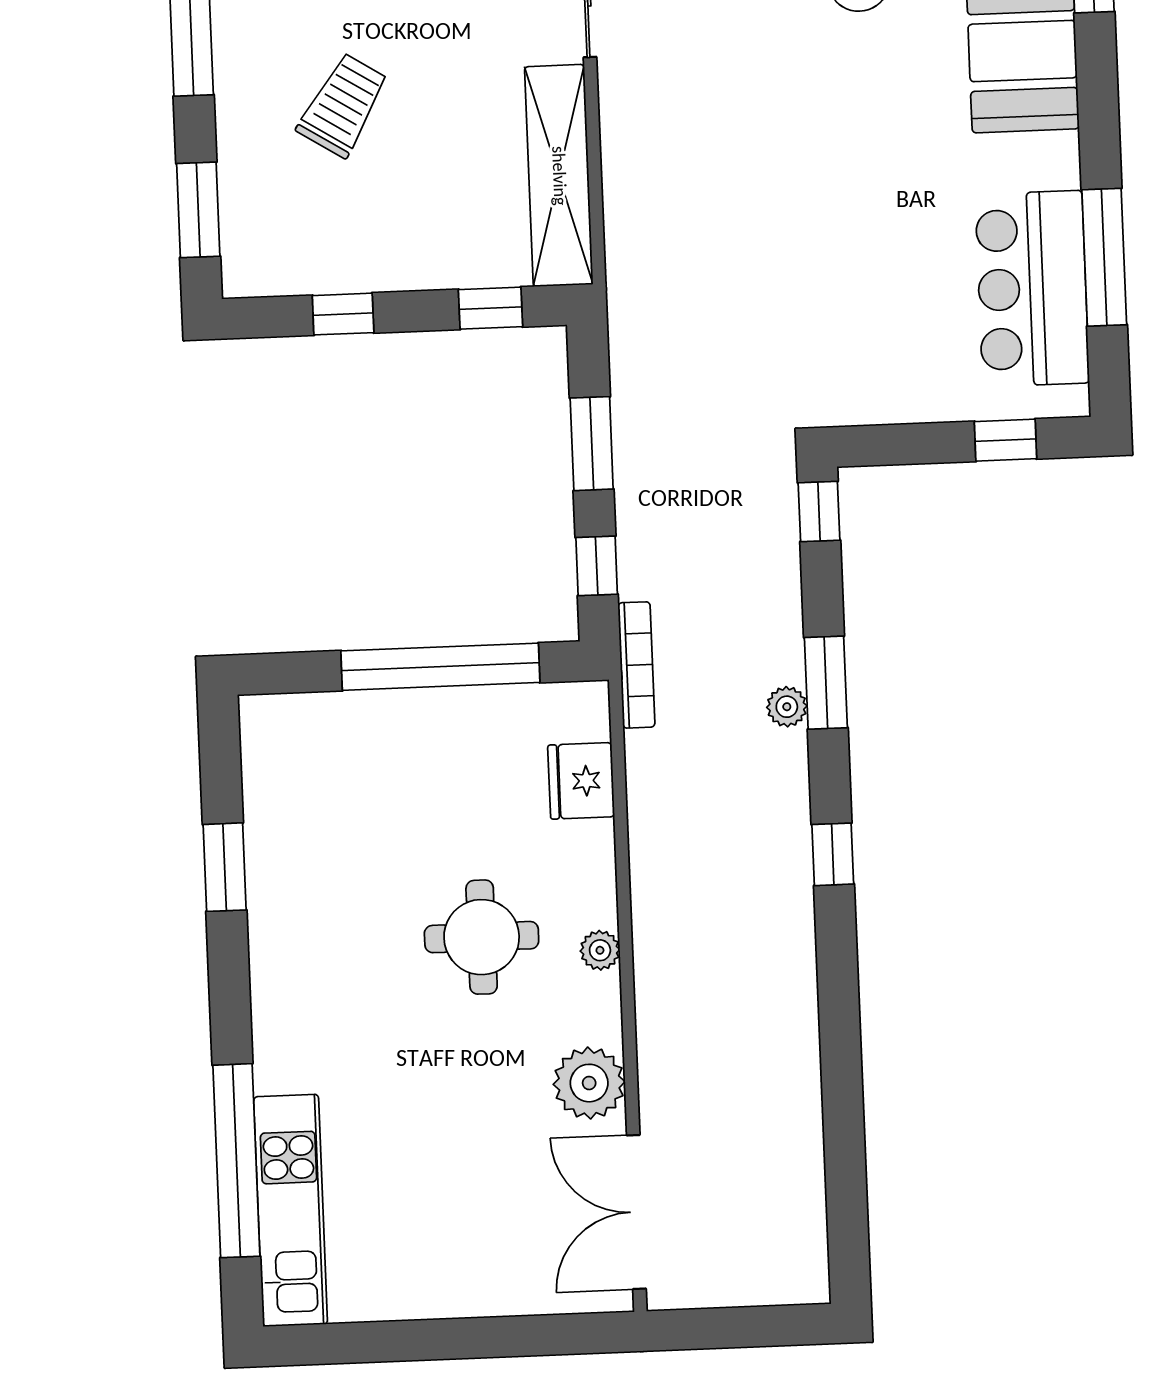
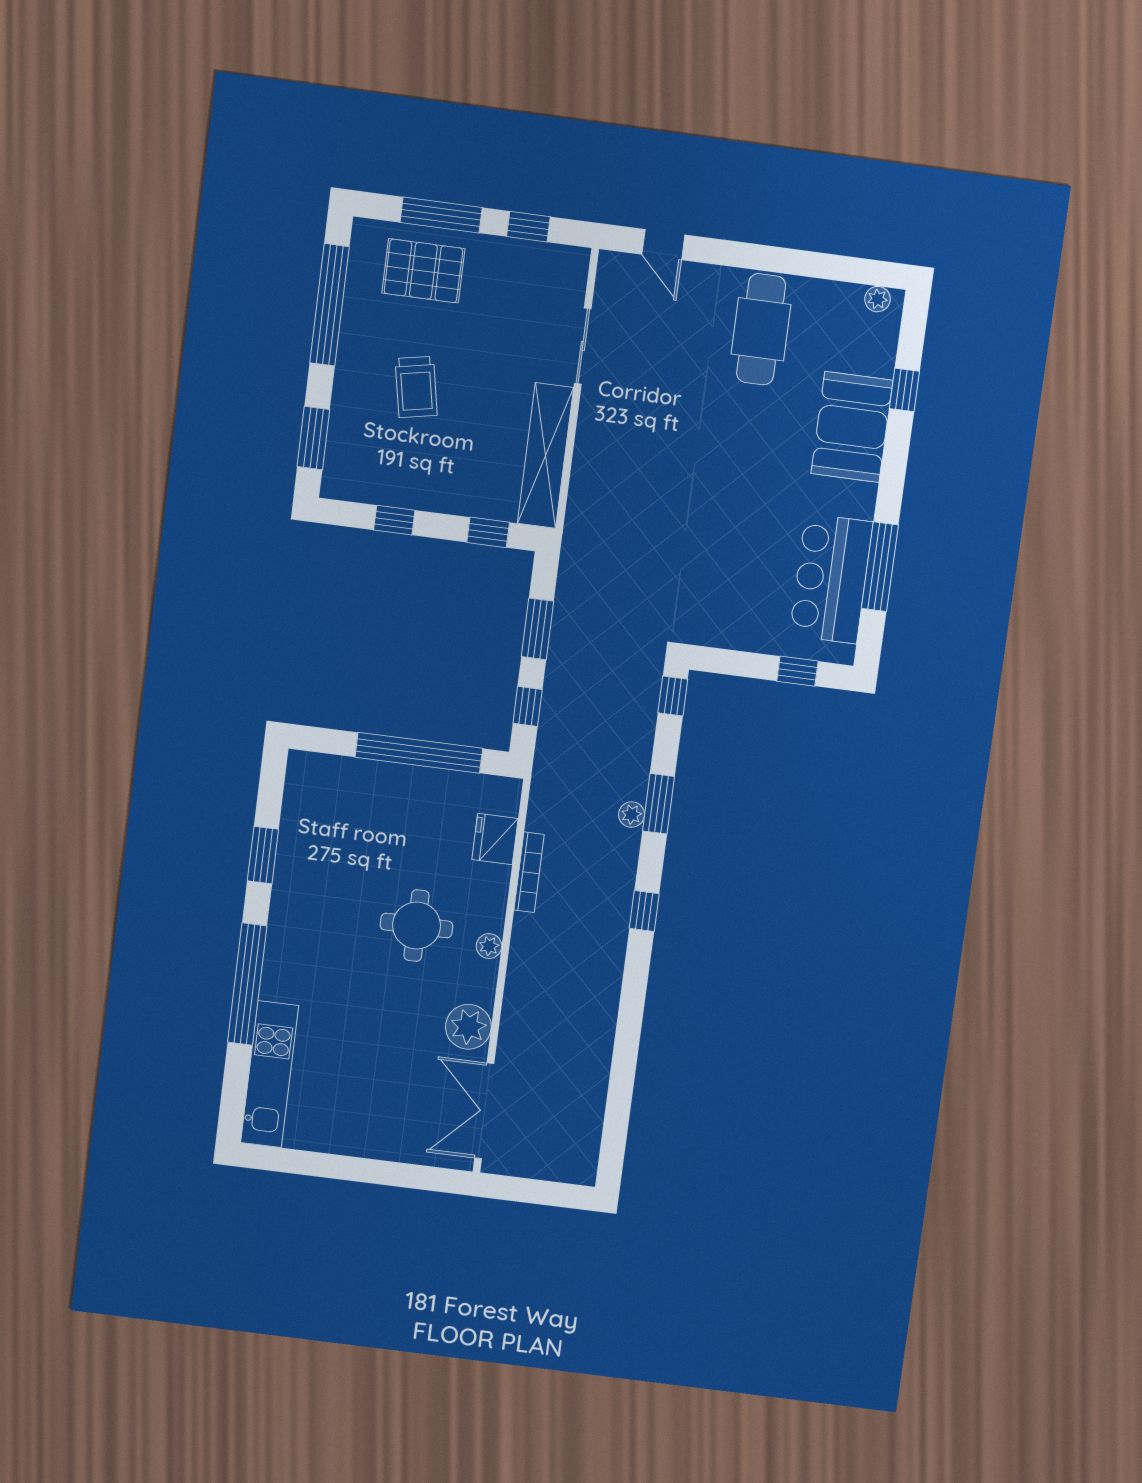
trolley: (343, 105) -> (416, 387), turned 137
bookcase: (636, 665) -> (529, 872), moved
window: (236, 1161) -> (247, 984), moved

